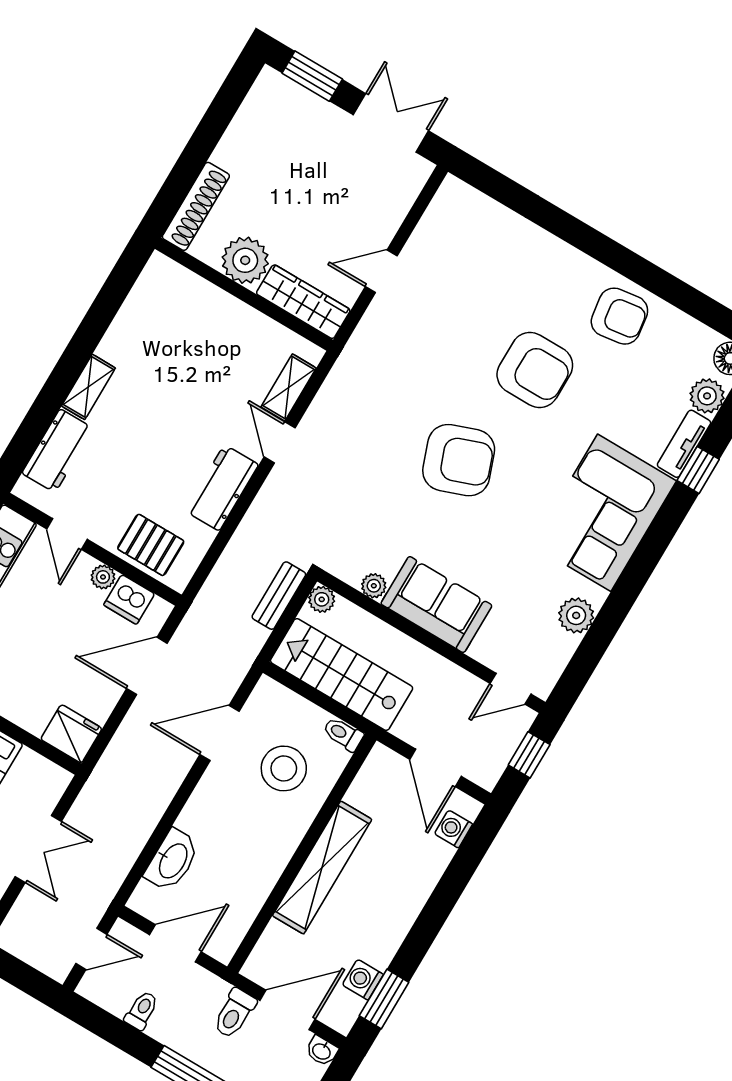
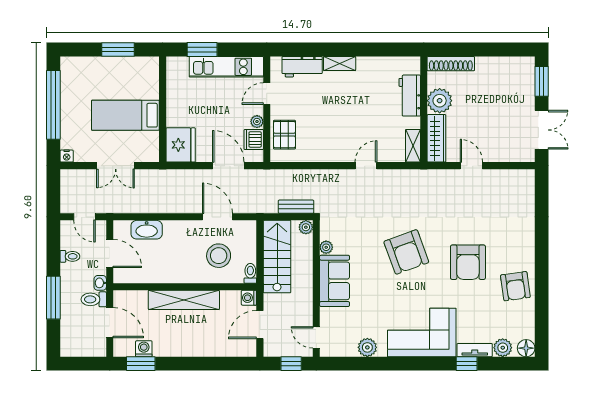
shelving: (289, 387) -> (413, 146), moved, turned 90
workbench: (222, 488) -> (410, 96), moved, turned -90
fridge: (71, 734) -> (181, 145), width x1.36, depth x1.34
washing machine: (454, 829) -> (249, 298), moved, turned -90
washbasin: (322, 1051) -> (100, 283), moved

